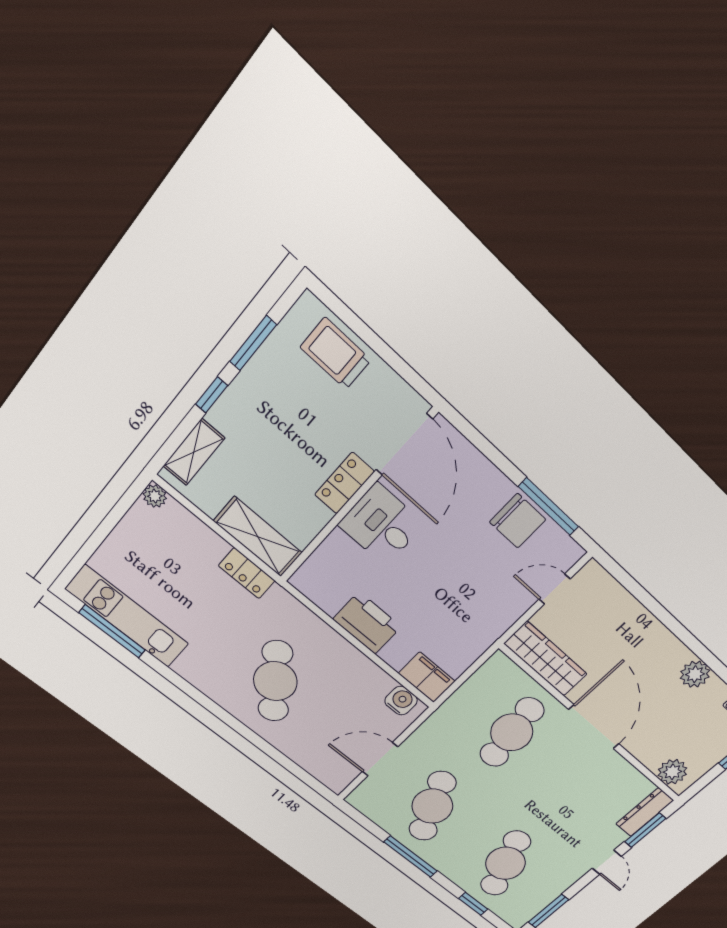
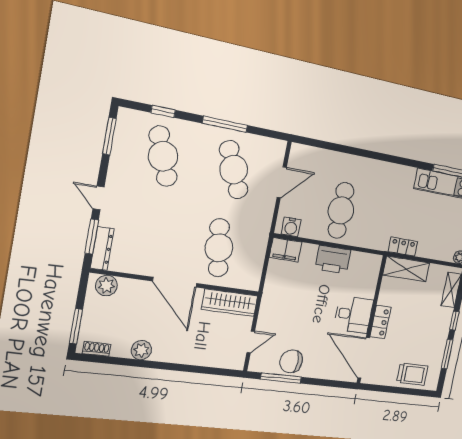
cafe table: (275, 681) -> (341, 210), moved, turned 35

